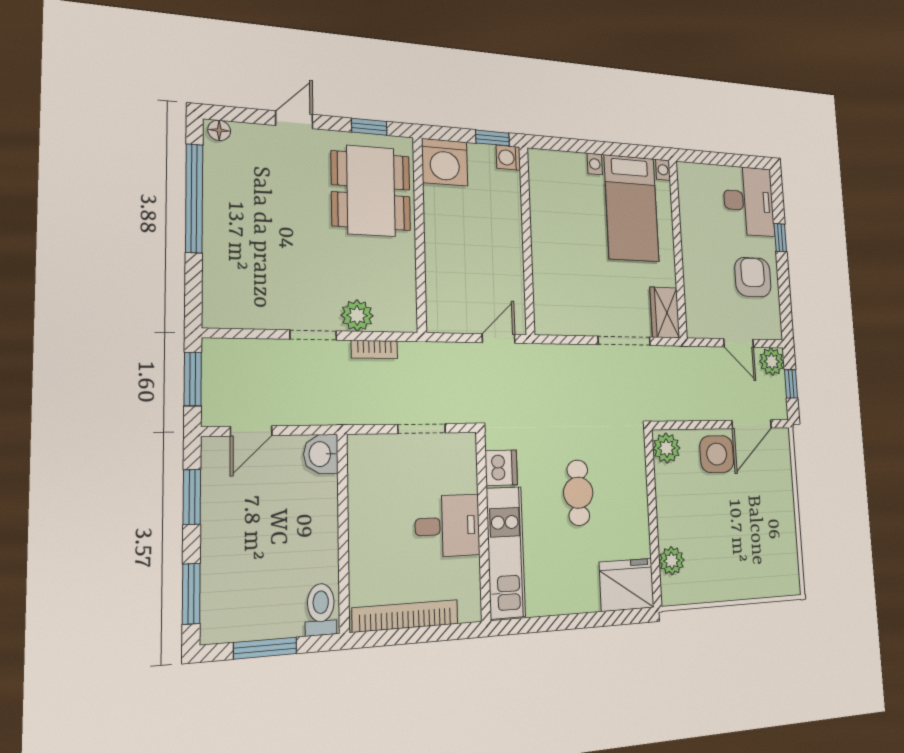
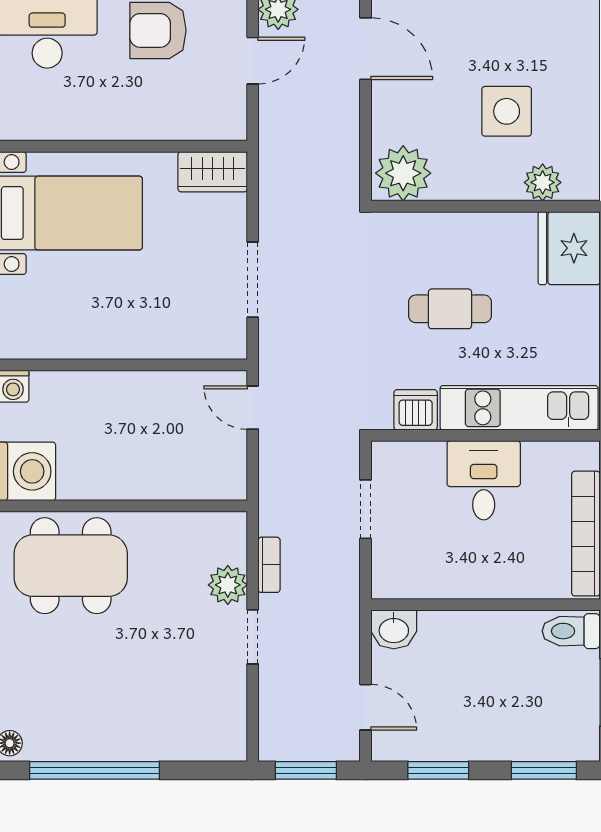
doorway: (624, 341) -> (253, 280), moved
plant: (667, 448) -> (403, 173), width x1.36, depth x1.36
side table: (717, 454) -> (507, 111), moved

